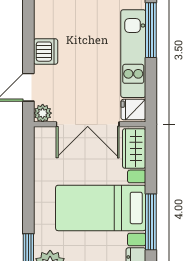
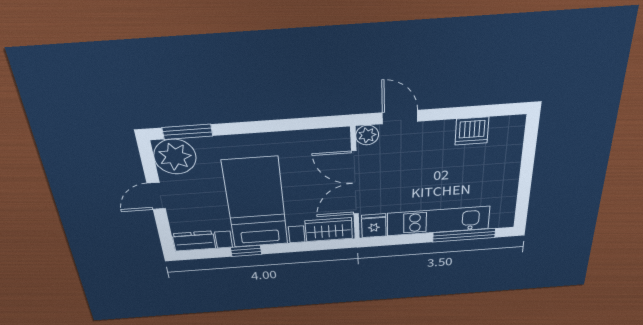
dishwasher: (46, 52) -> (472, 131), moved
window: (151, 222) -> (246, 251), width x0.46

